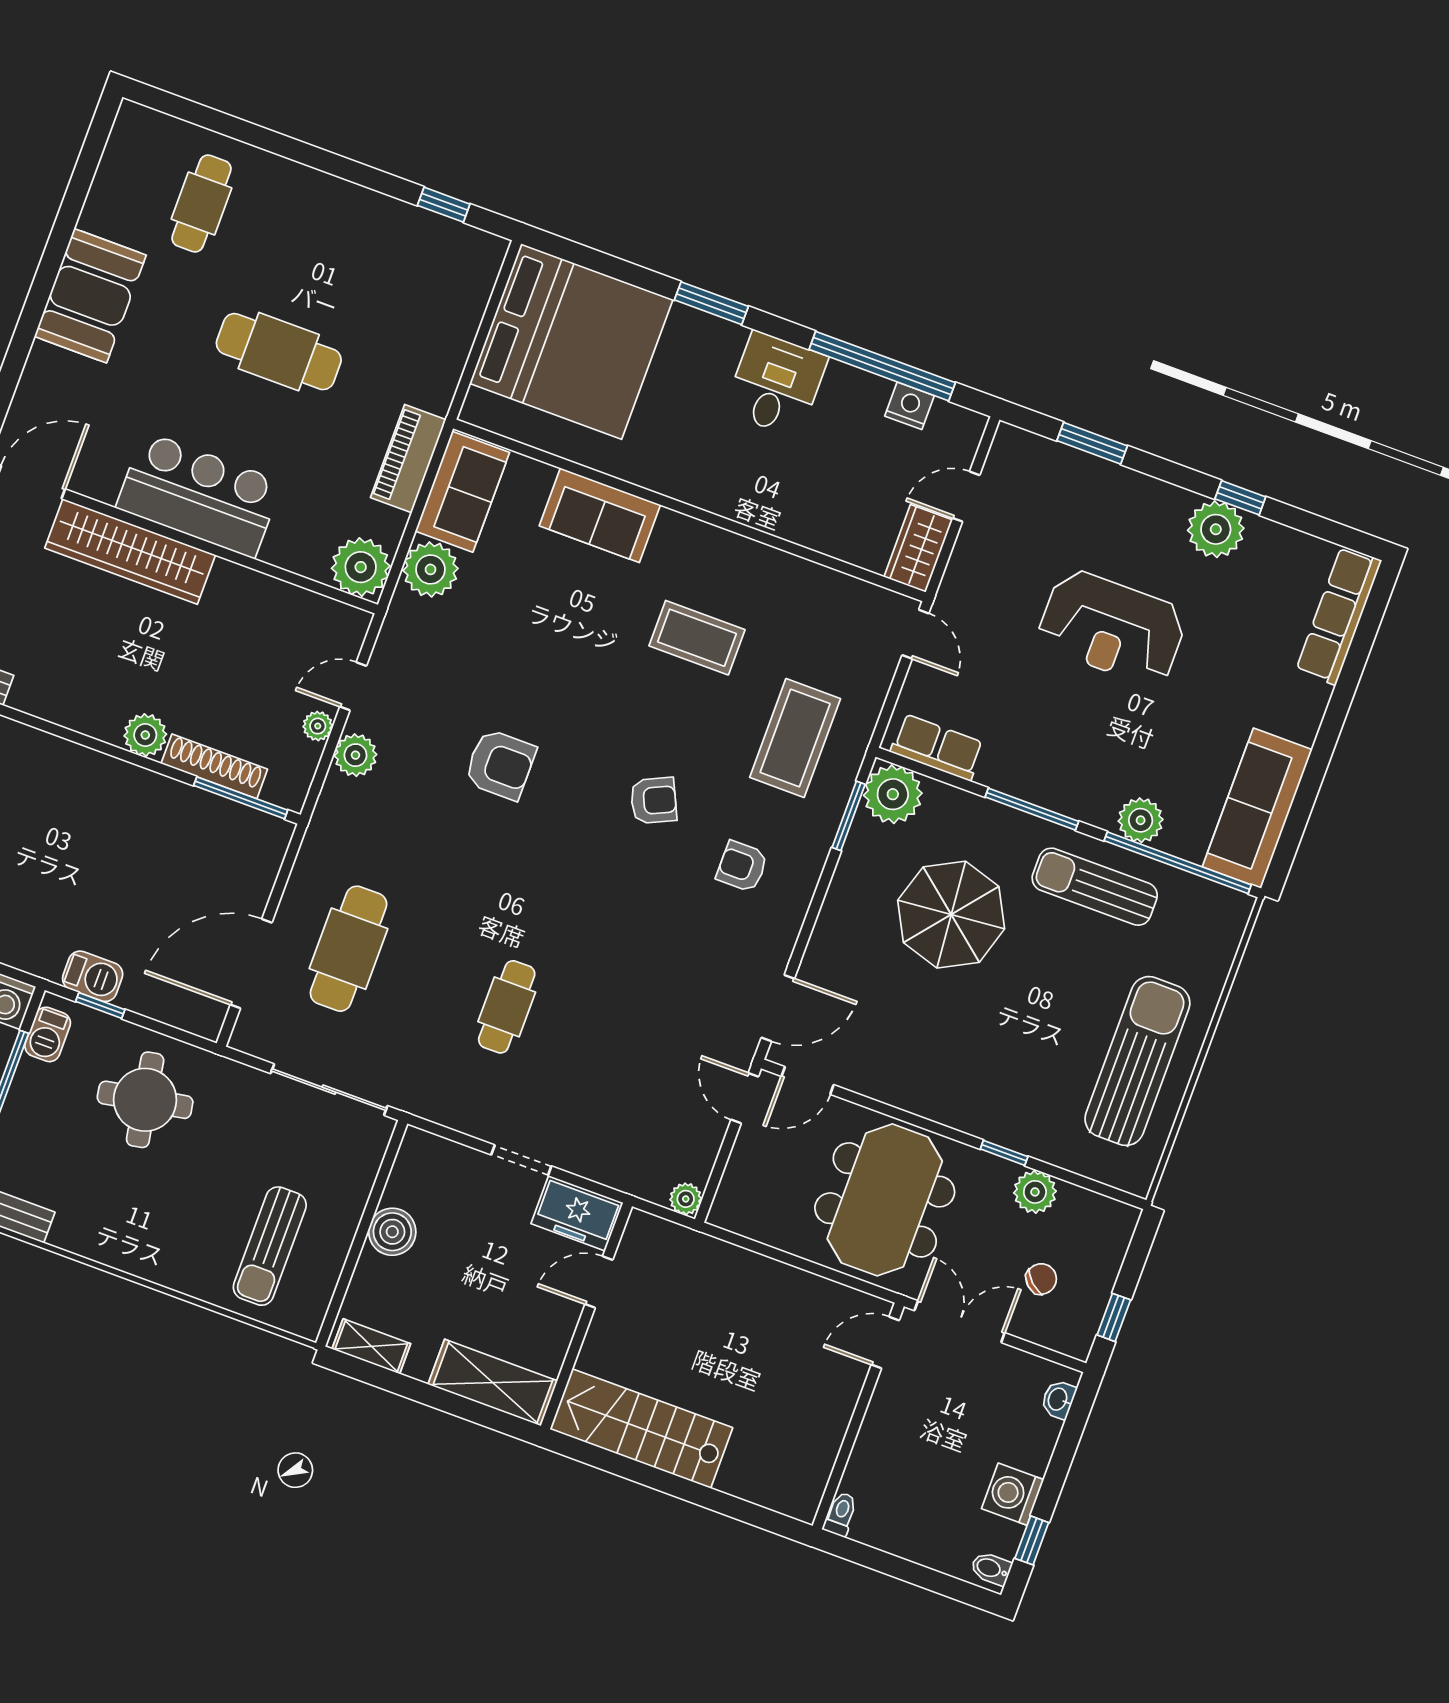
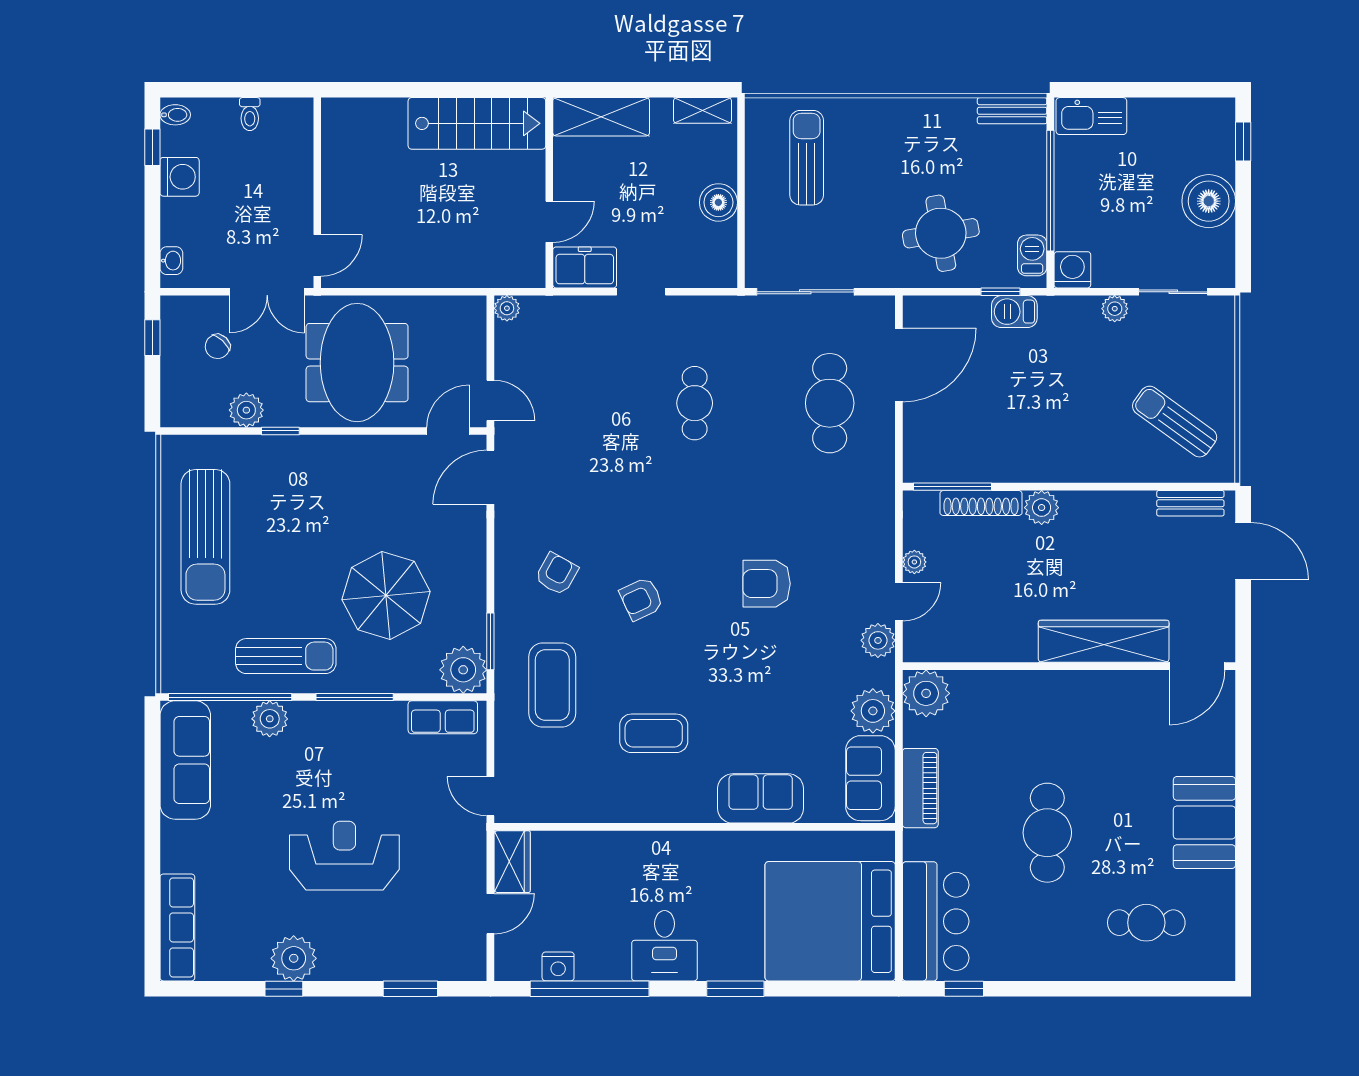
cafe table: (202, 204) -> (1146, 923), turned 90
cafe table: (279, 352) -> (1047, 833), turned 90
bar counter: (199, 495) -> (936, 921), moved, turned -90
plant: (355, 755) -> (878, 640), moved
armchair: (742, 866) -> (557, 574), turned -61
toilet: (841, 1514) -> (250, 114), moved

